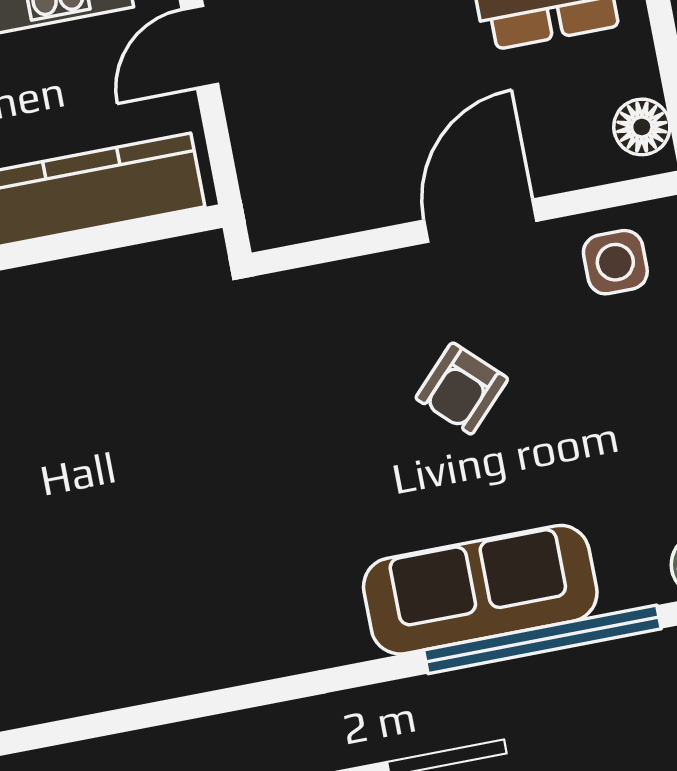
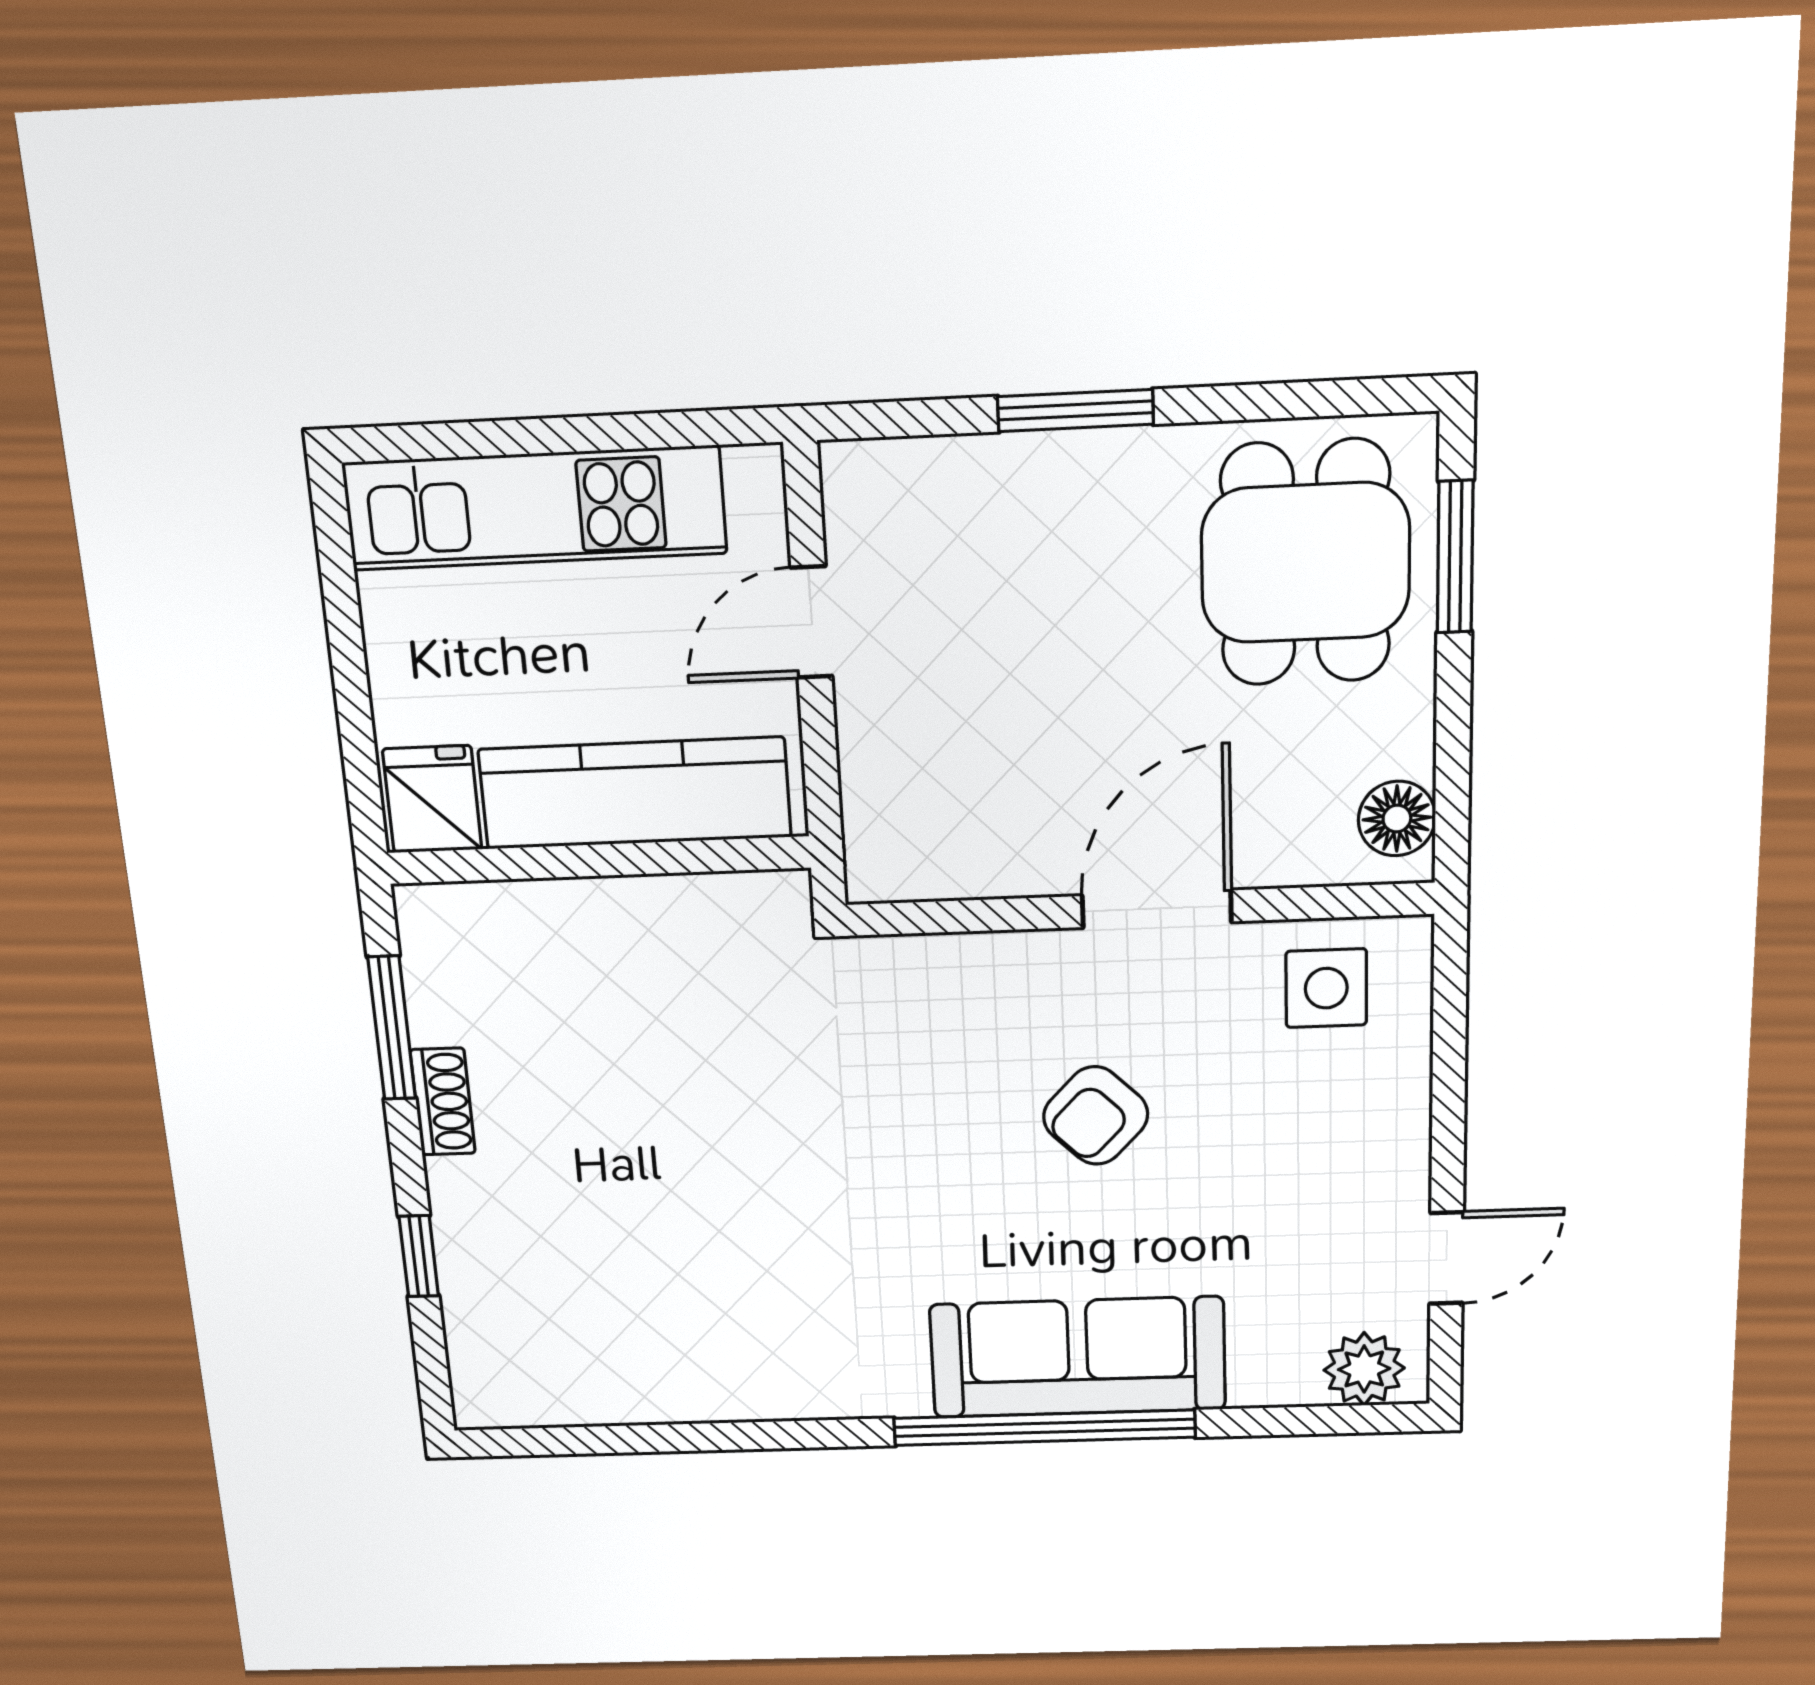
window: (542, 639) -> (1044, 1428), moved

